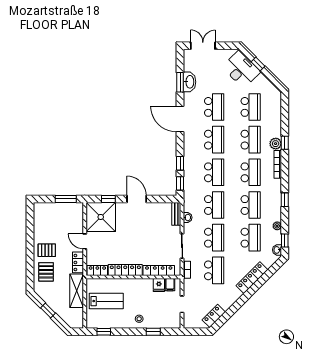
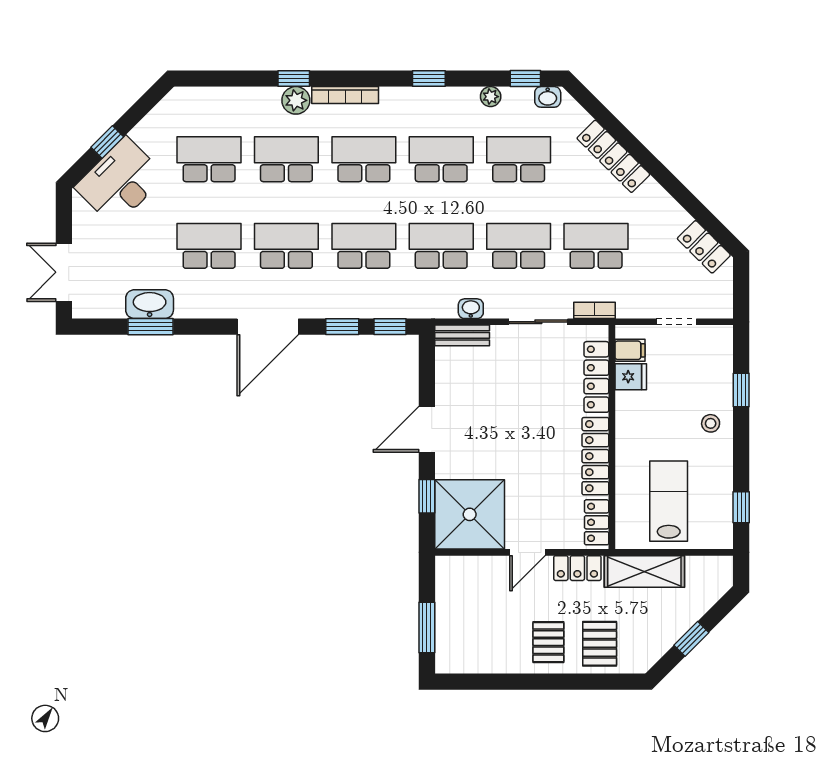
door: (180, 119) -> (268, 327), moved
window: (66, 199) -> (427, 627), moved
pallet: (46, 272) -> (600, 644), turned 90

